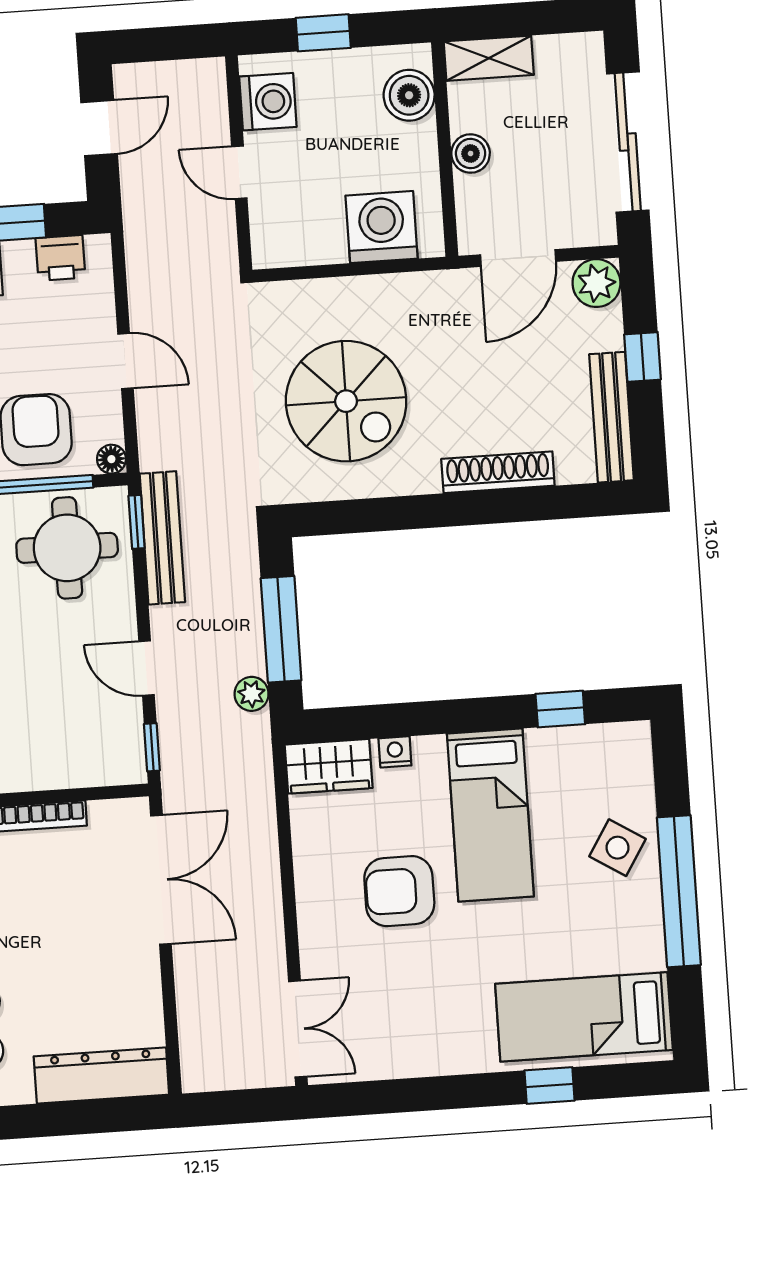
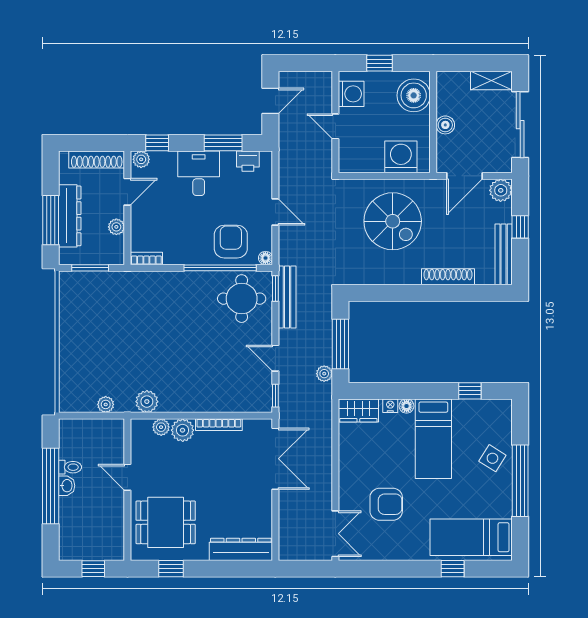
shelving: (489, 58) -> (491, 80), moved
boiler: (409, 95) -> (414, 95), width x1.37, depth x1.37
spiral stairs: (346, 401) -> (393, 221), moved
floor lamp: (429, 750) -> (407, 406), added
armchair: (399, 891) -> (386, 504), moved, turned 180

